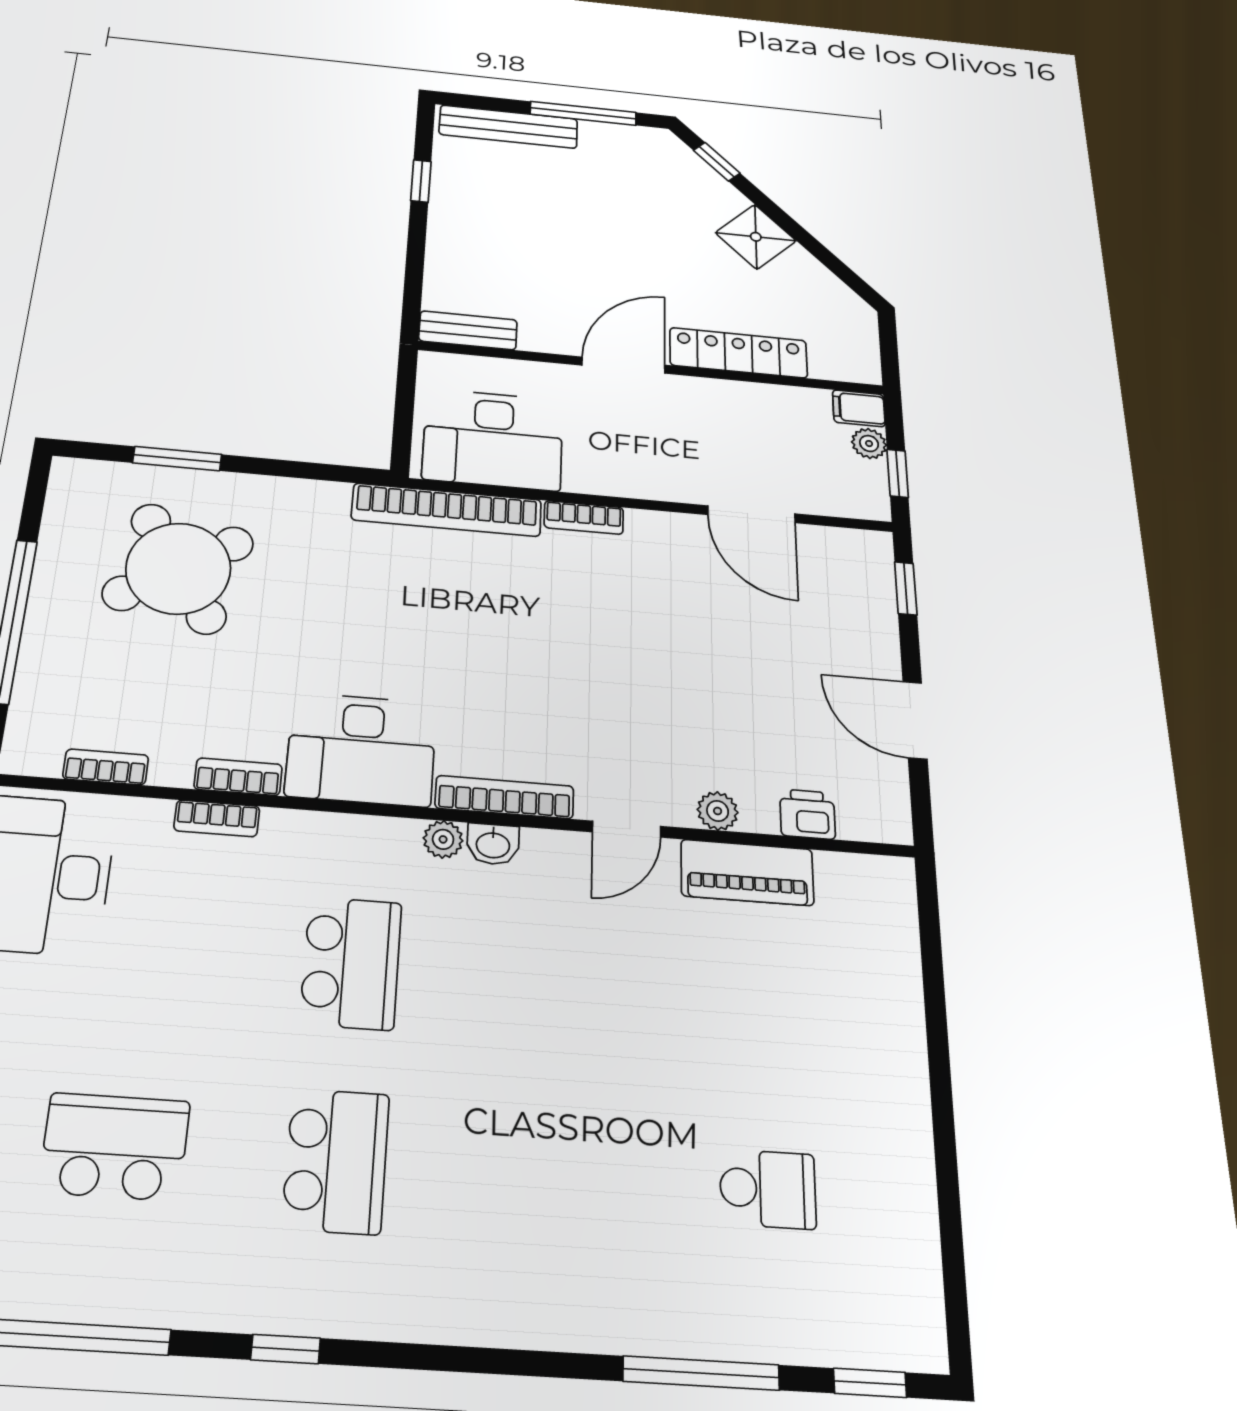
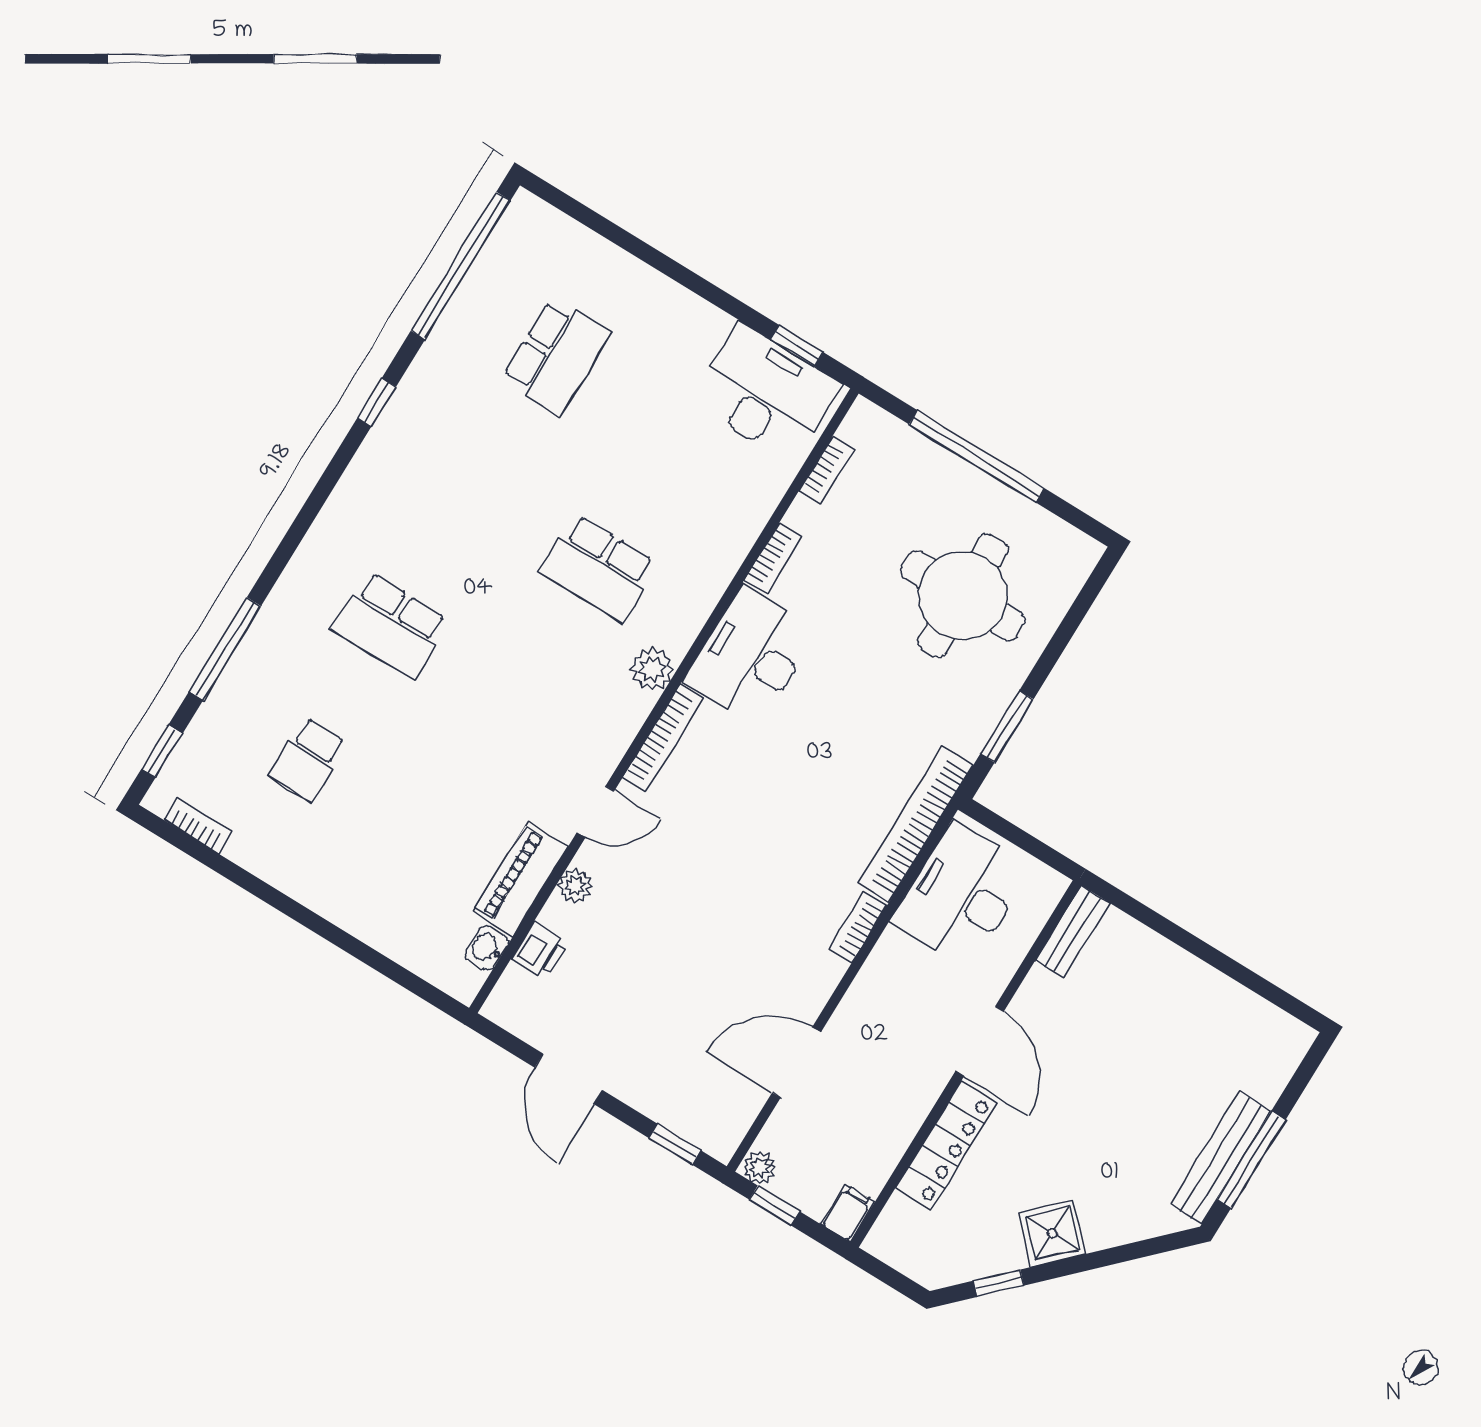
bench: (508, 127) -> (1221, 1158), moved
window: (717, 162) -> (999, 1283), moved
window: (421, 181) -> (1242, 975), removed
plant: (869, 444) -> (760, 1168), moved
window: (177, 459) -> (1007, 727), moved
round table: (178, 568) -> (963, 596), turned 33
door: (915, 720) -> (569, 1079), swing flipped
bookcase: (217, 818) -> (198, 826), moved, turned 90
door: (627, 829) -> (596, 812), swing flipped
plant: (443, 839) -> (652, 669), width x1.38, depth x1.38
washbasin: (493, 844) -> (487, 948), moved
school desk: (336, 1161) -> (391, 625), moved

